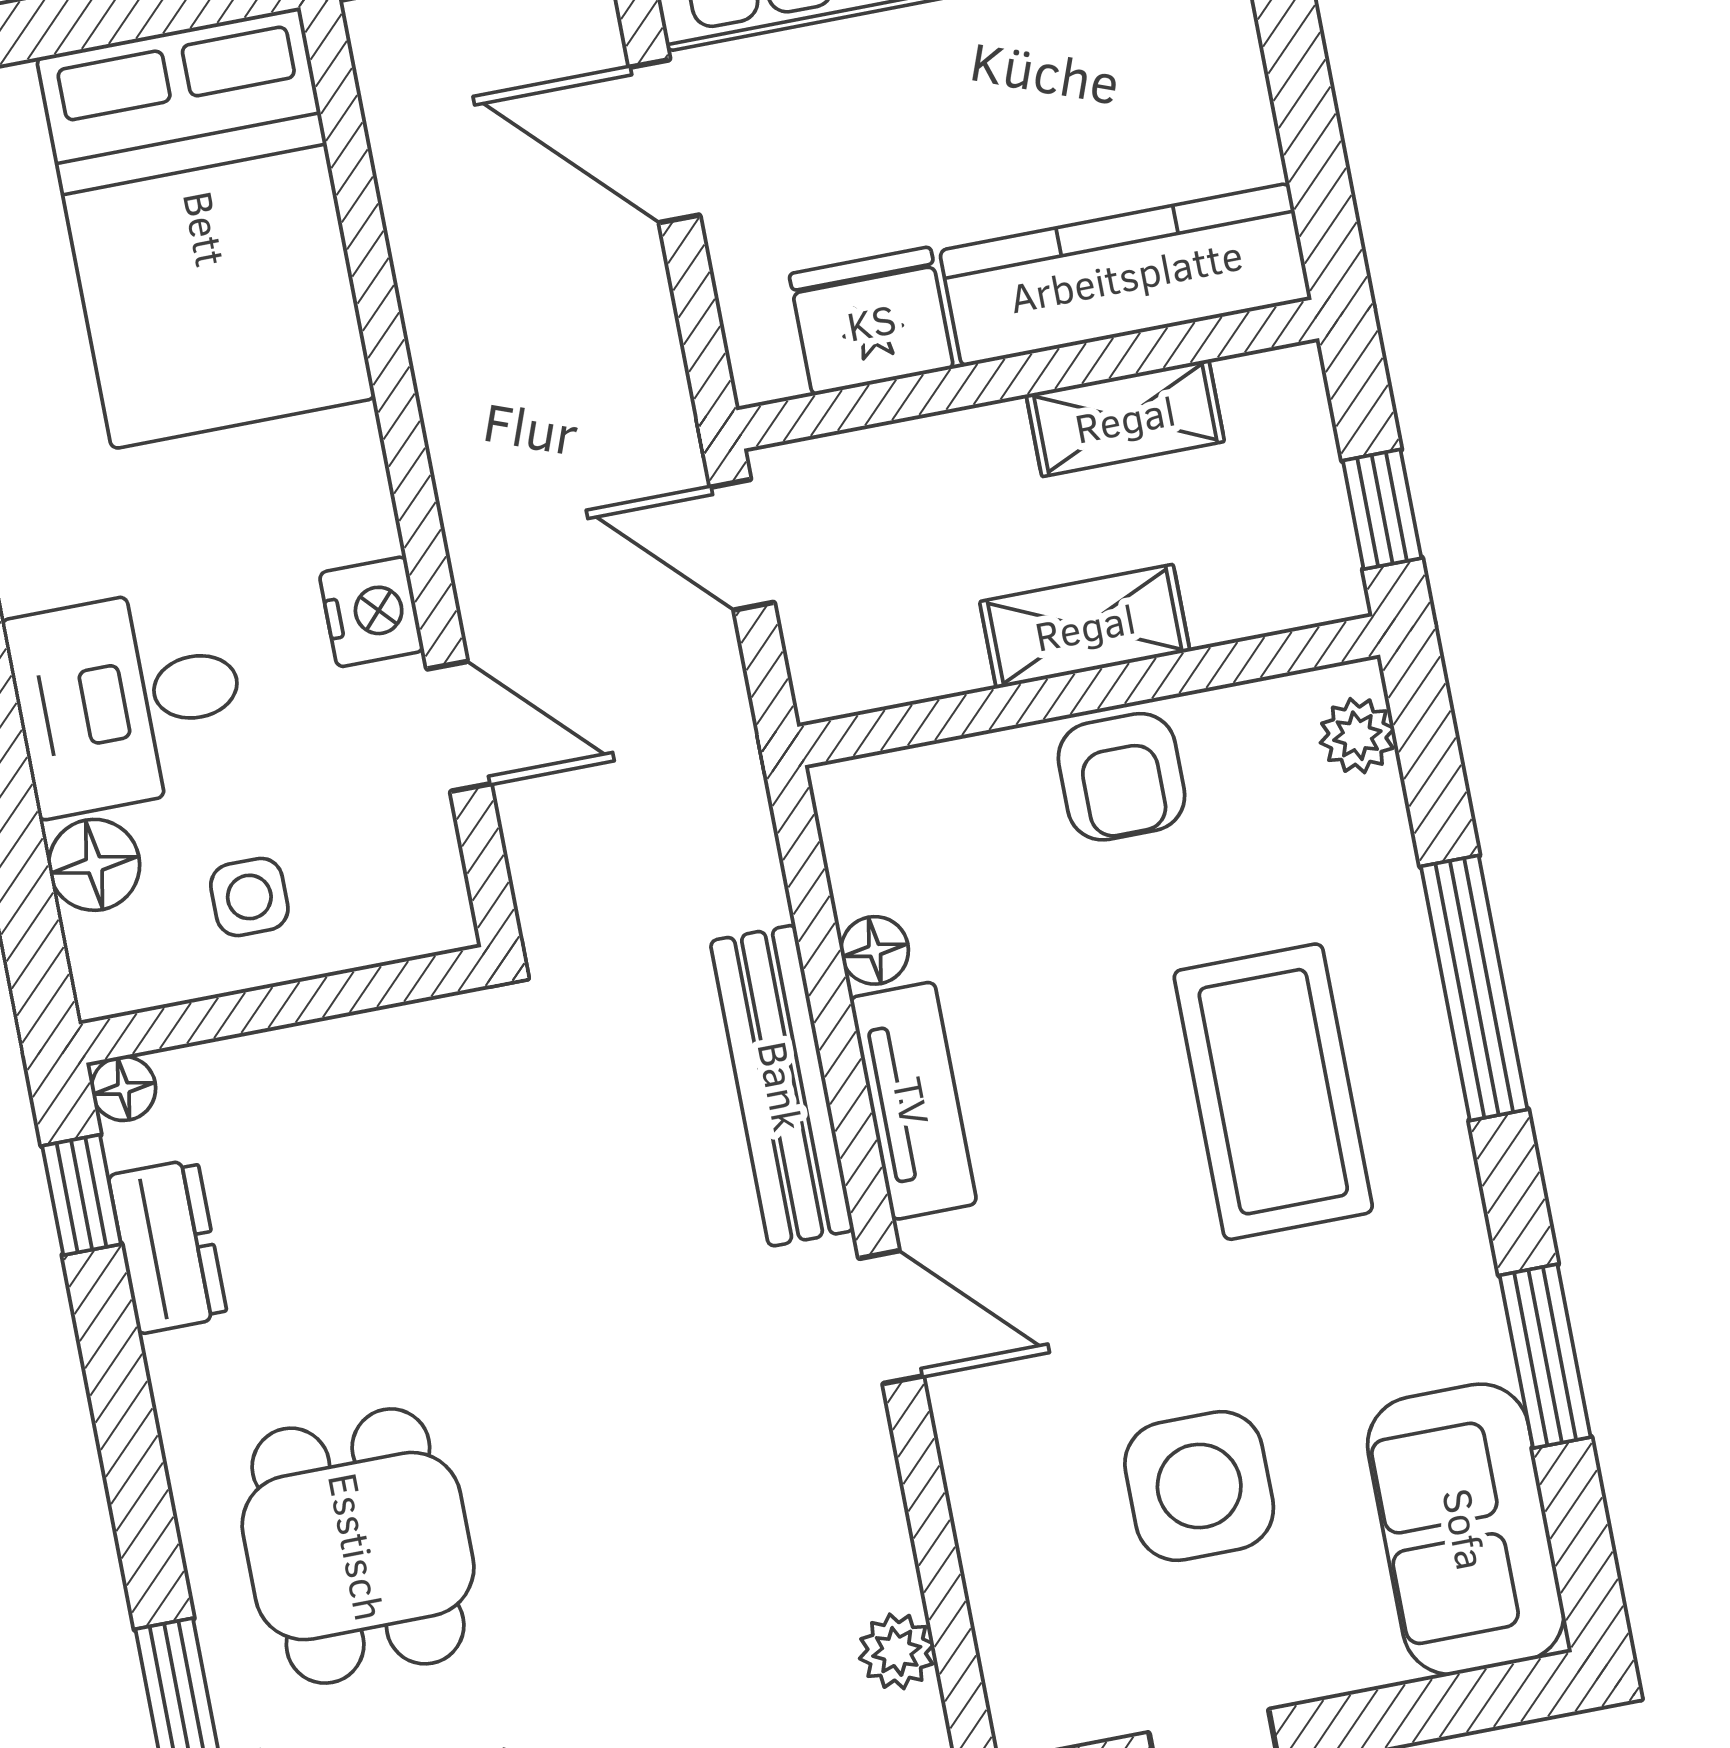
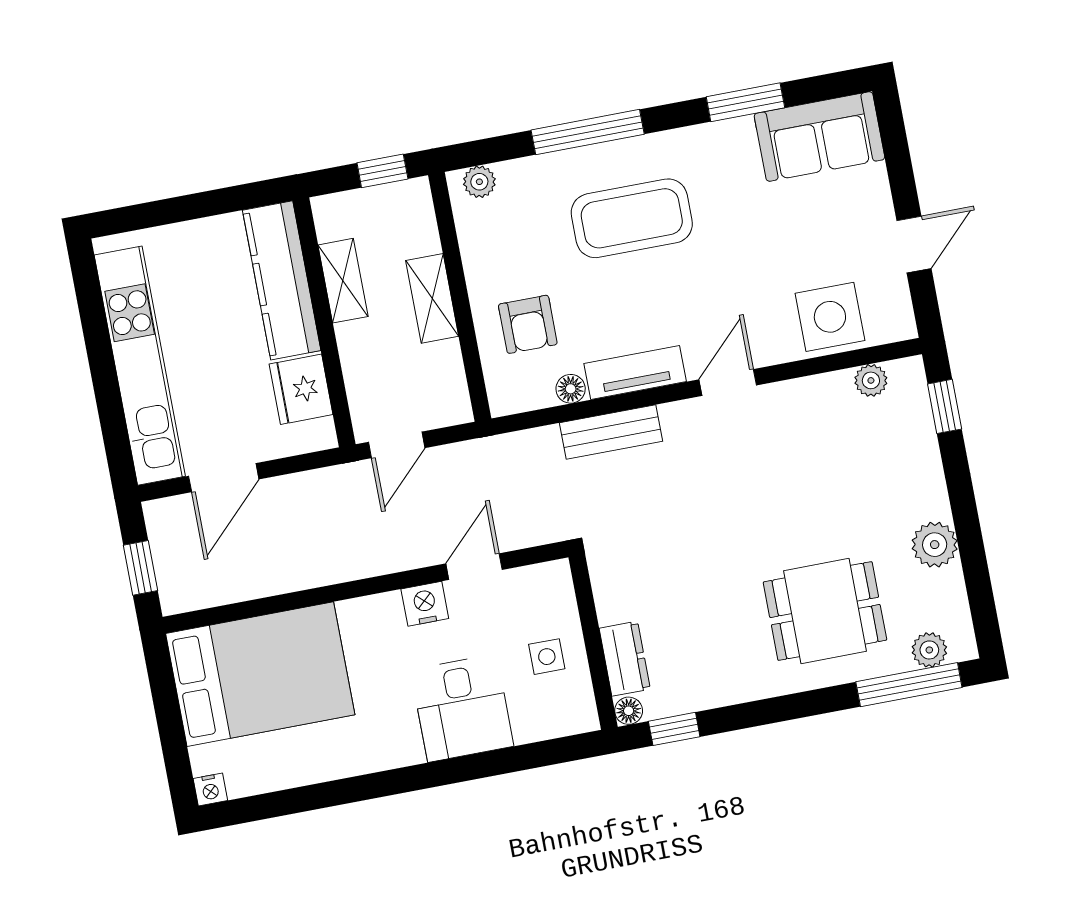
armchair: (1121, 777) -> (528, 324), moved, turned 90
floor lamp: (94, 865) -> (533, 723), removed
bench: (782, 1086) -> (611, 432), width x0.73
dresser: (168, 1246) -> (625, 659), moved, turned 90
side table: (1199, 1486) -> (830, 317), moved

